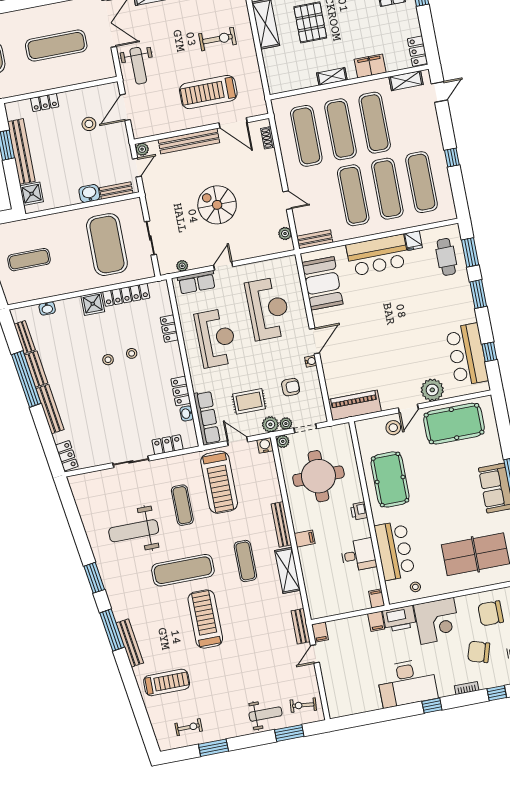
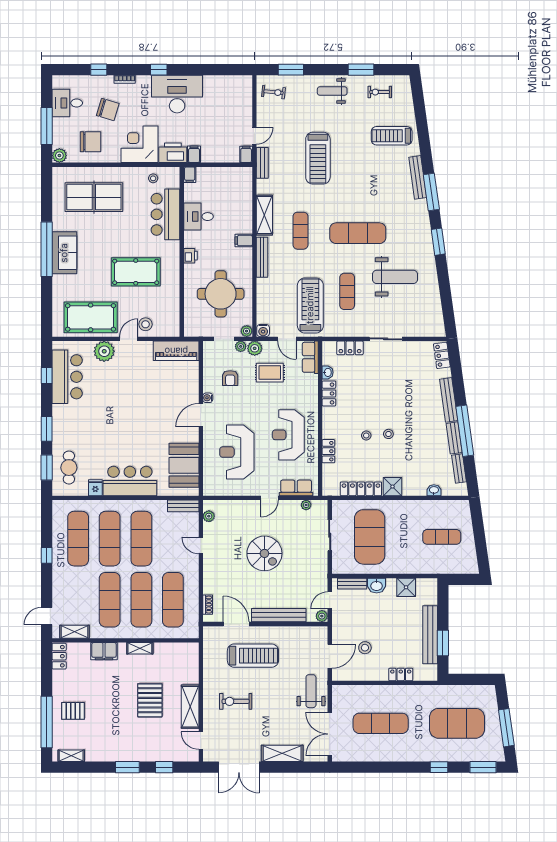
shower: (32, 194) -> (406, 587), moved
armchair: (291, 387) -> (230, 378), turned -90
row of seats: (207, 418) -> (310, 357), width x0.68
pool table: (390, 479) -> (136, 272), moved, turned 90
treadmill: (205, 619) -> (318, 158), moved
weight bench: (266, 714) -> (332, 91), moved

